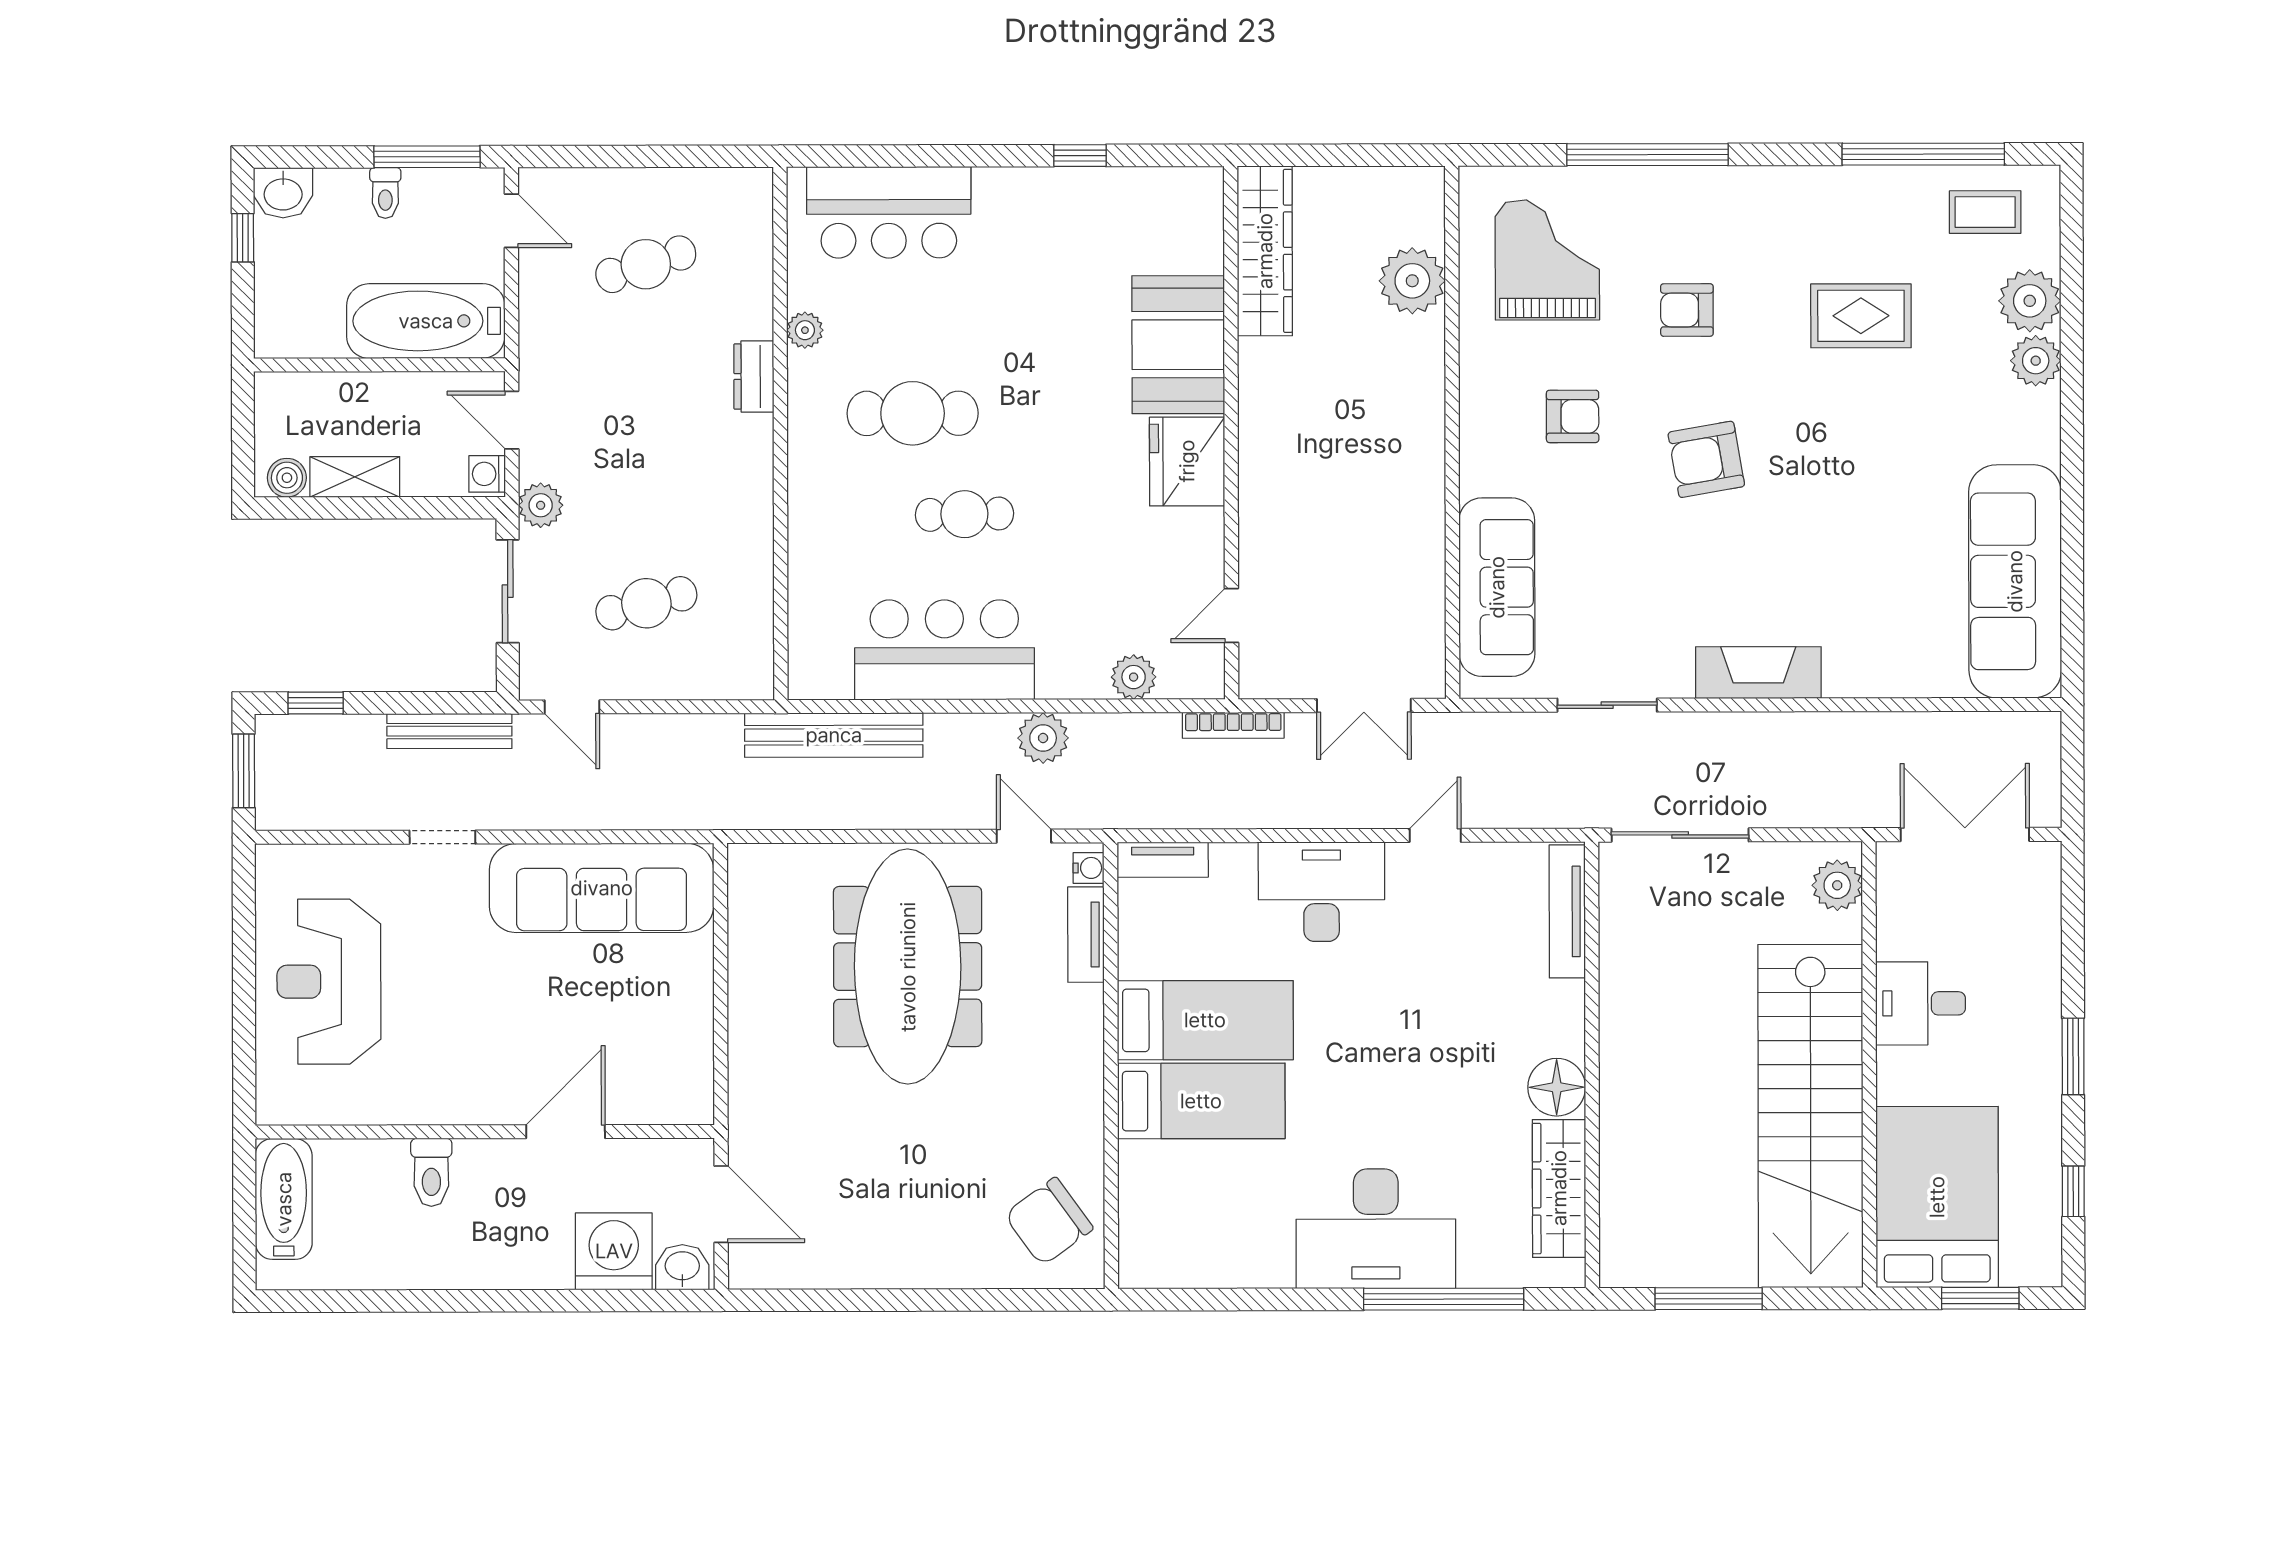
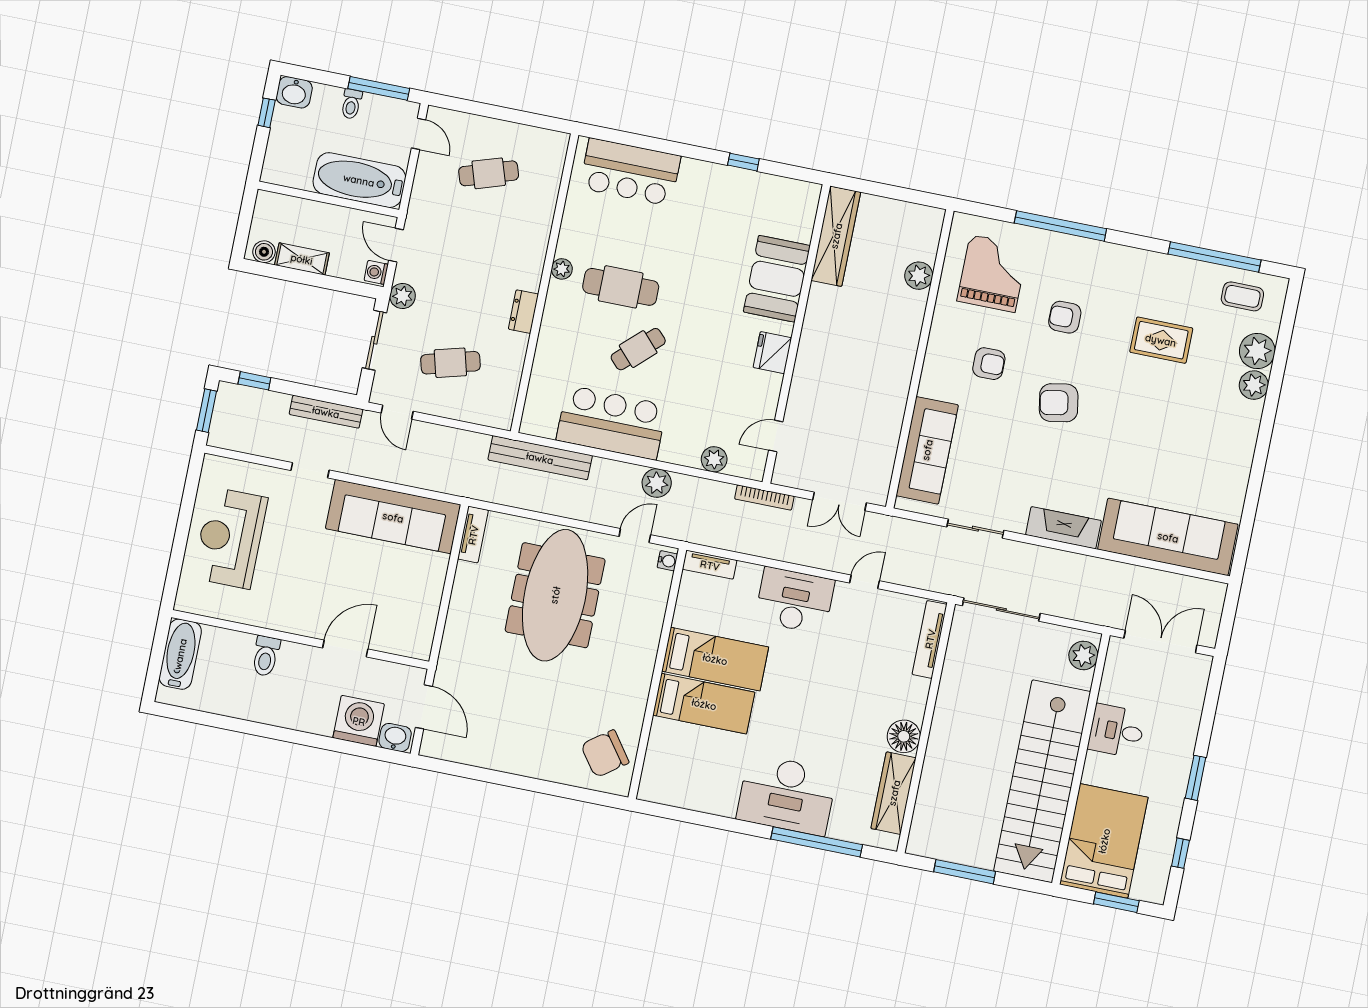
plant: (1412, 281) -> (919, 276), width x0.73, depth x0.73
plant: (805, 330) -> (562, 269), moved
dresser: (754, 377) -> (523, 312), moved
fridge: (1187, 461) -> (772, 353), width x0.73, depth x0.75
cafe table: (964, 514) -> (638, 349), turned -42
sofa: (2015, 581) -> (1168, 537), moved, turned 90
door: (1024, 836) -> (635, 536), hinge flipped
tv unit: (1086, 935) -> (473, 535), moved, turned 180

